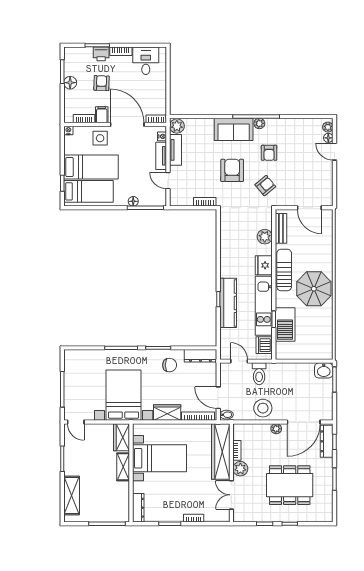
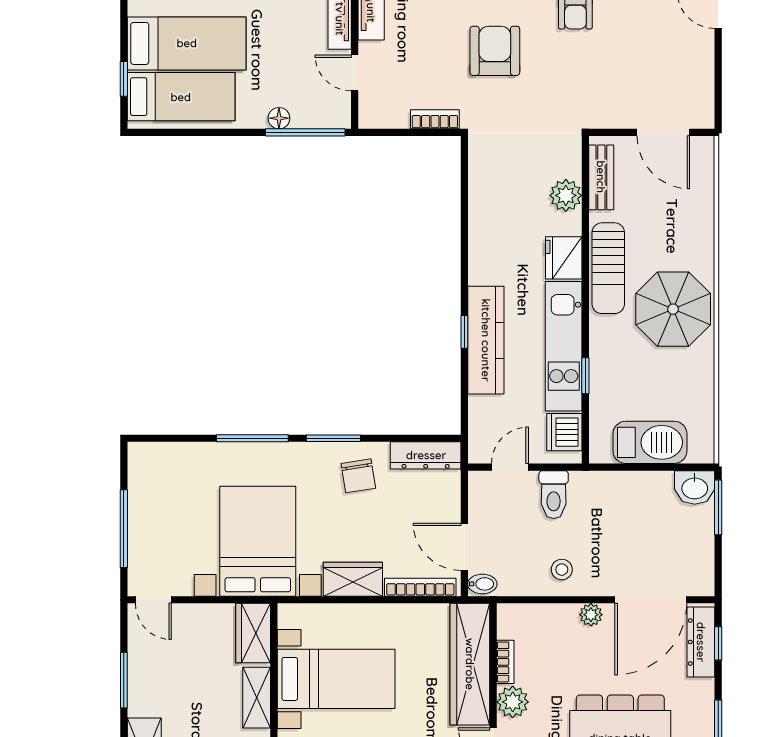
armchair: (265, 186) -> (567, 84), removed
sun lounger: (284, 270) -> (608, 268), turned 180
barbecue: (285, 324) -> (650, 442), moved, turned -90
door: (239, 361) -> (510, 467), hinge flipped
chair: (170, 365) -> (358, 476), turned 81
stool: (263, 408) -> (562, 570), width x0.53, depth x0.53

